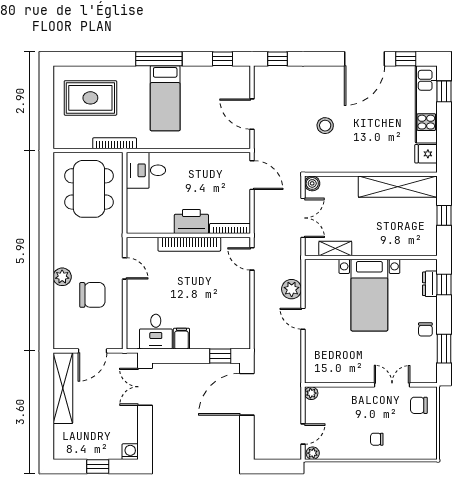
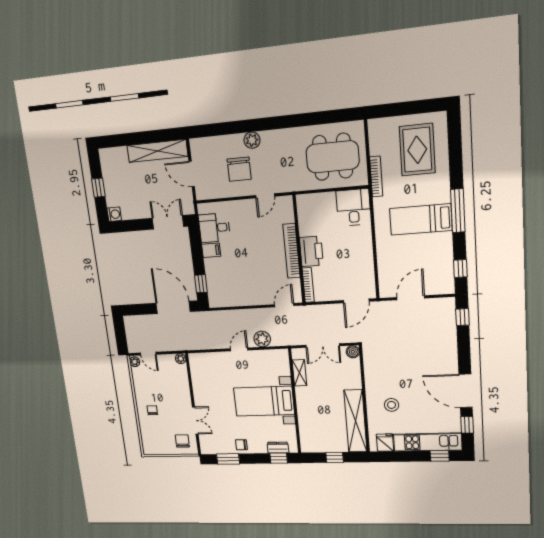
stool: (325, 126) -> (392, 405), moved

